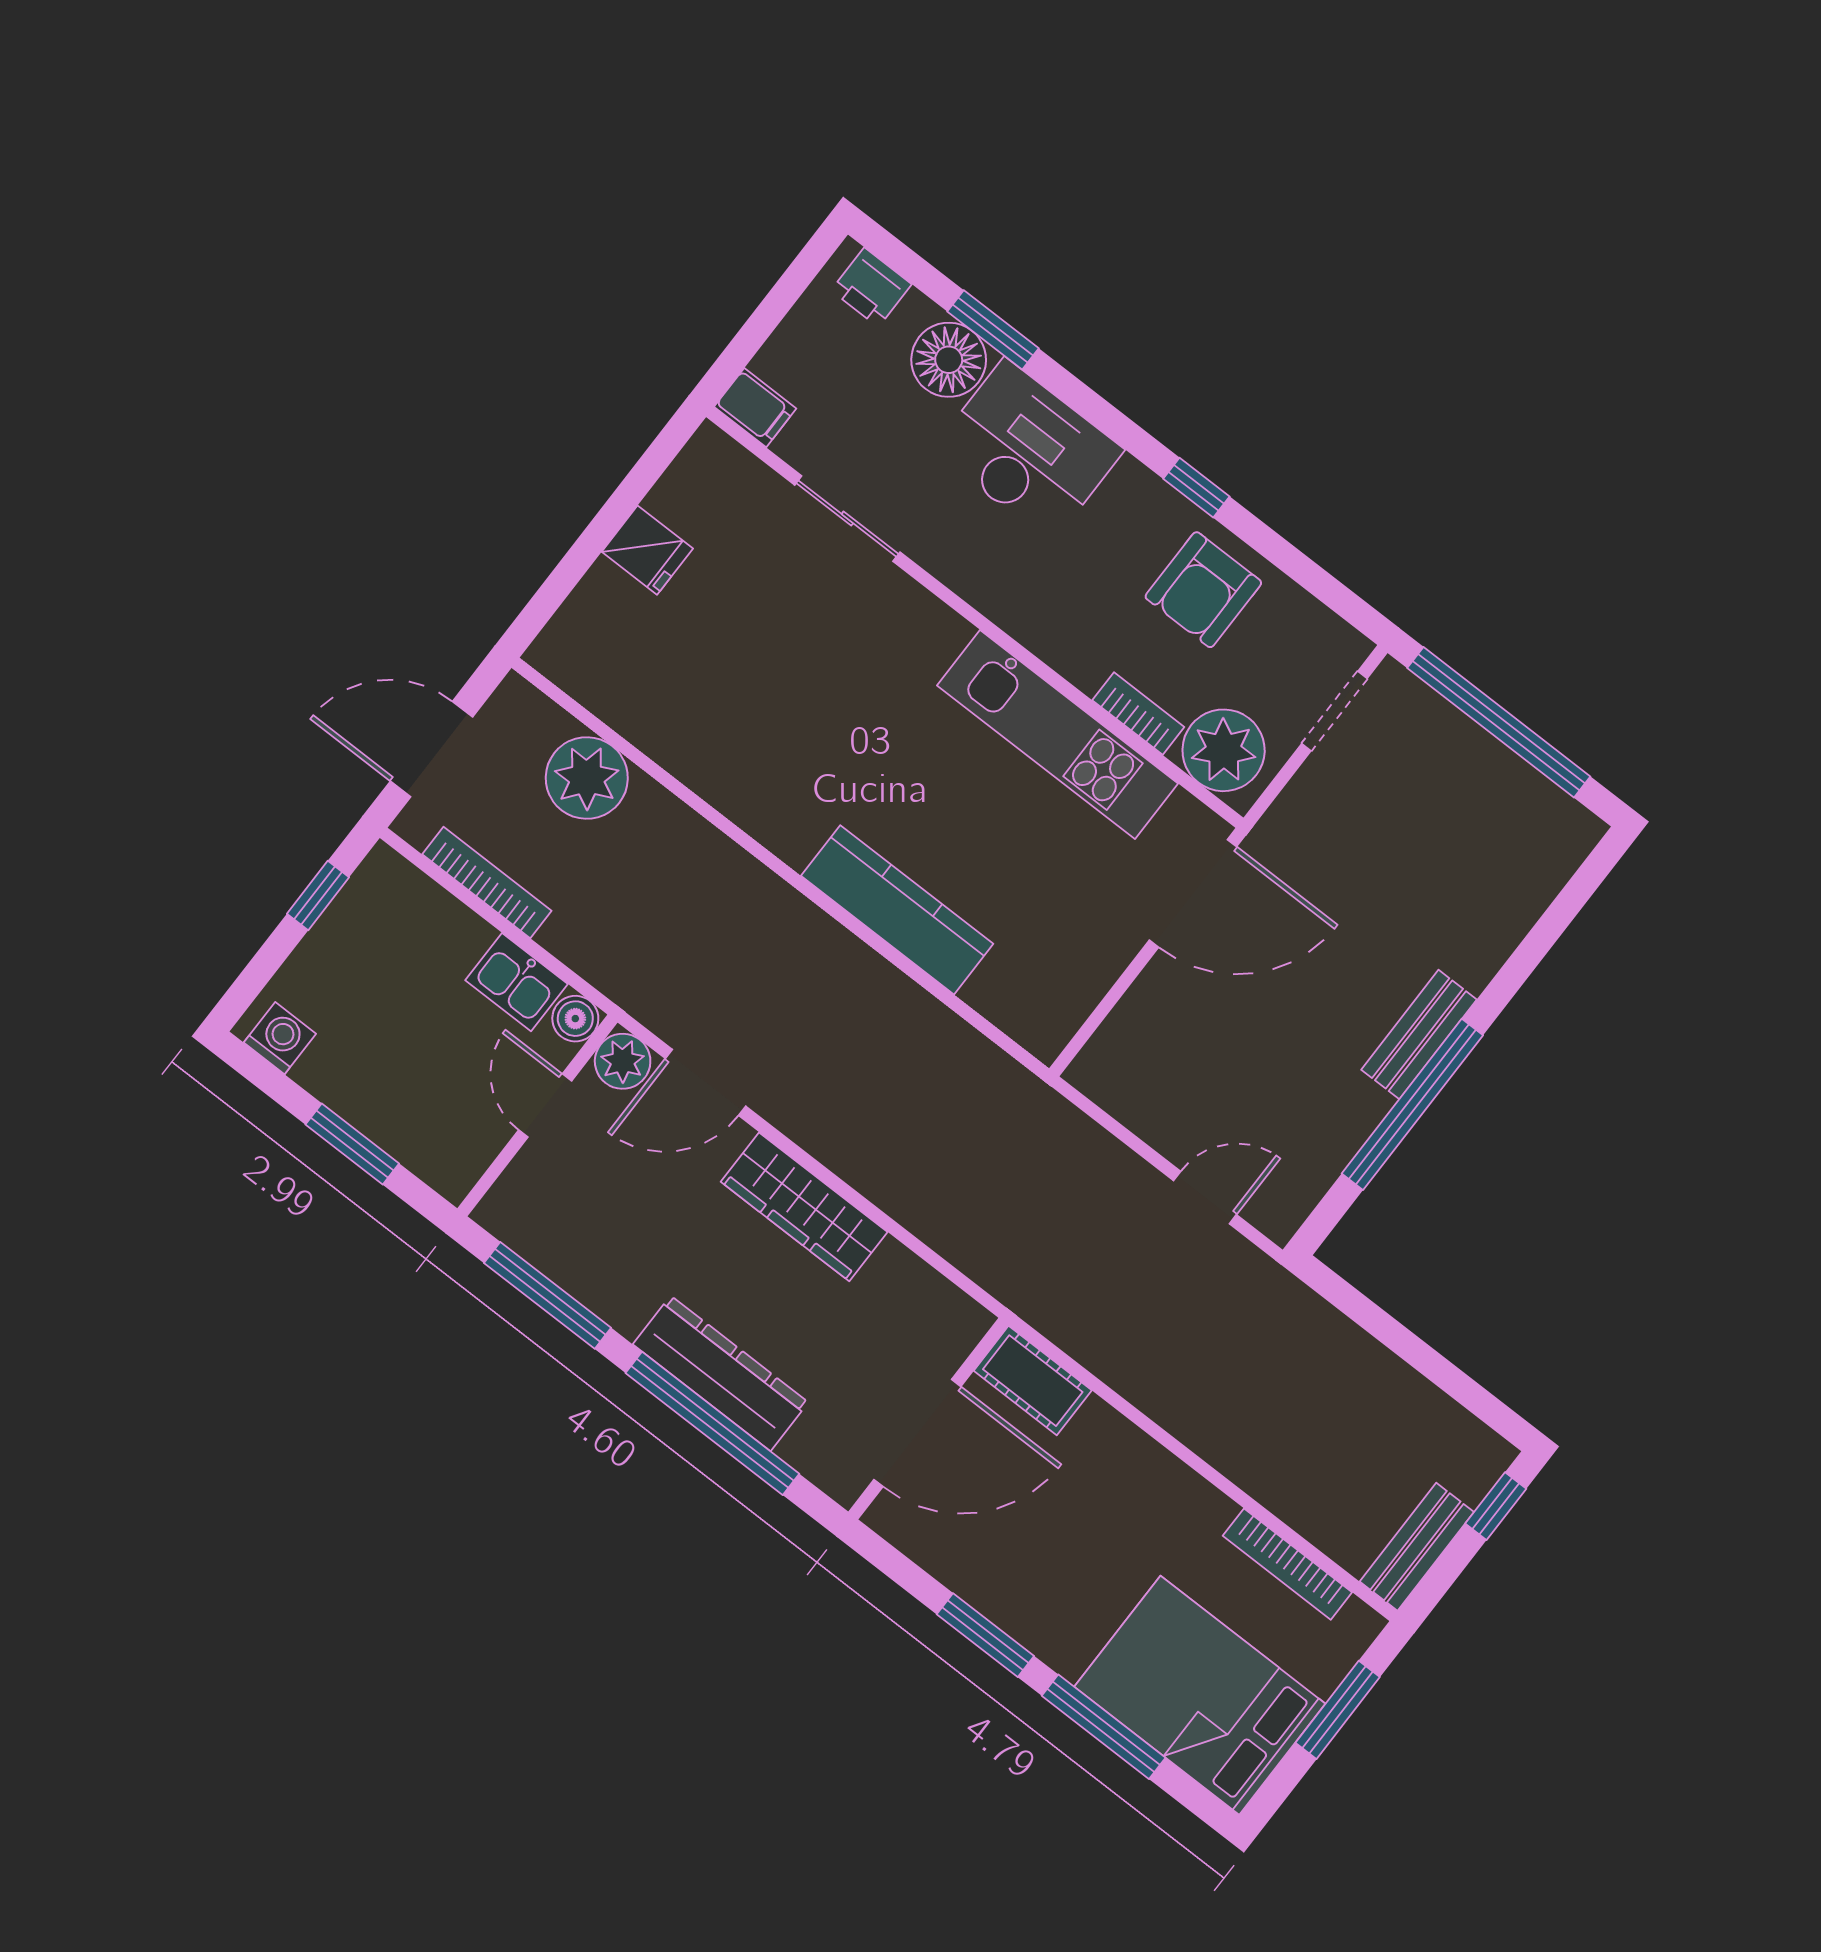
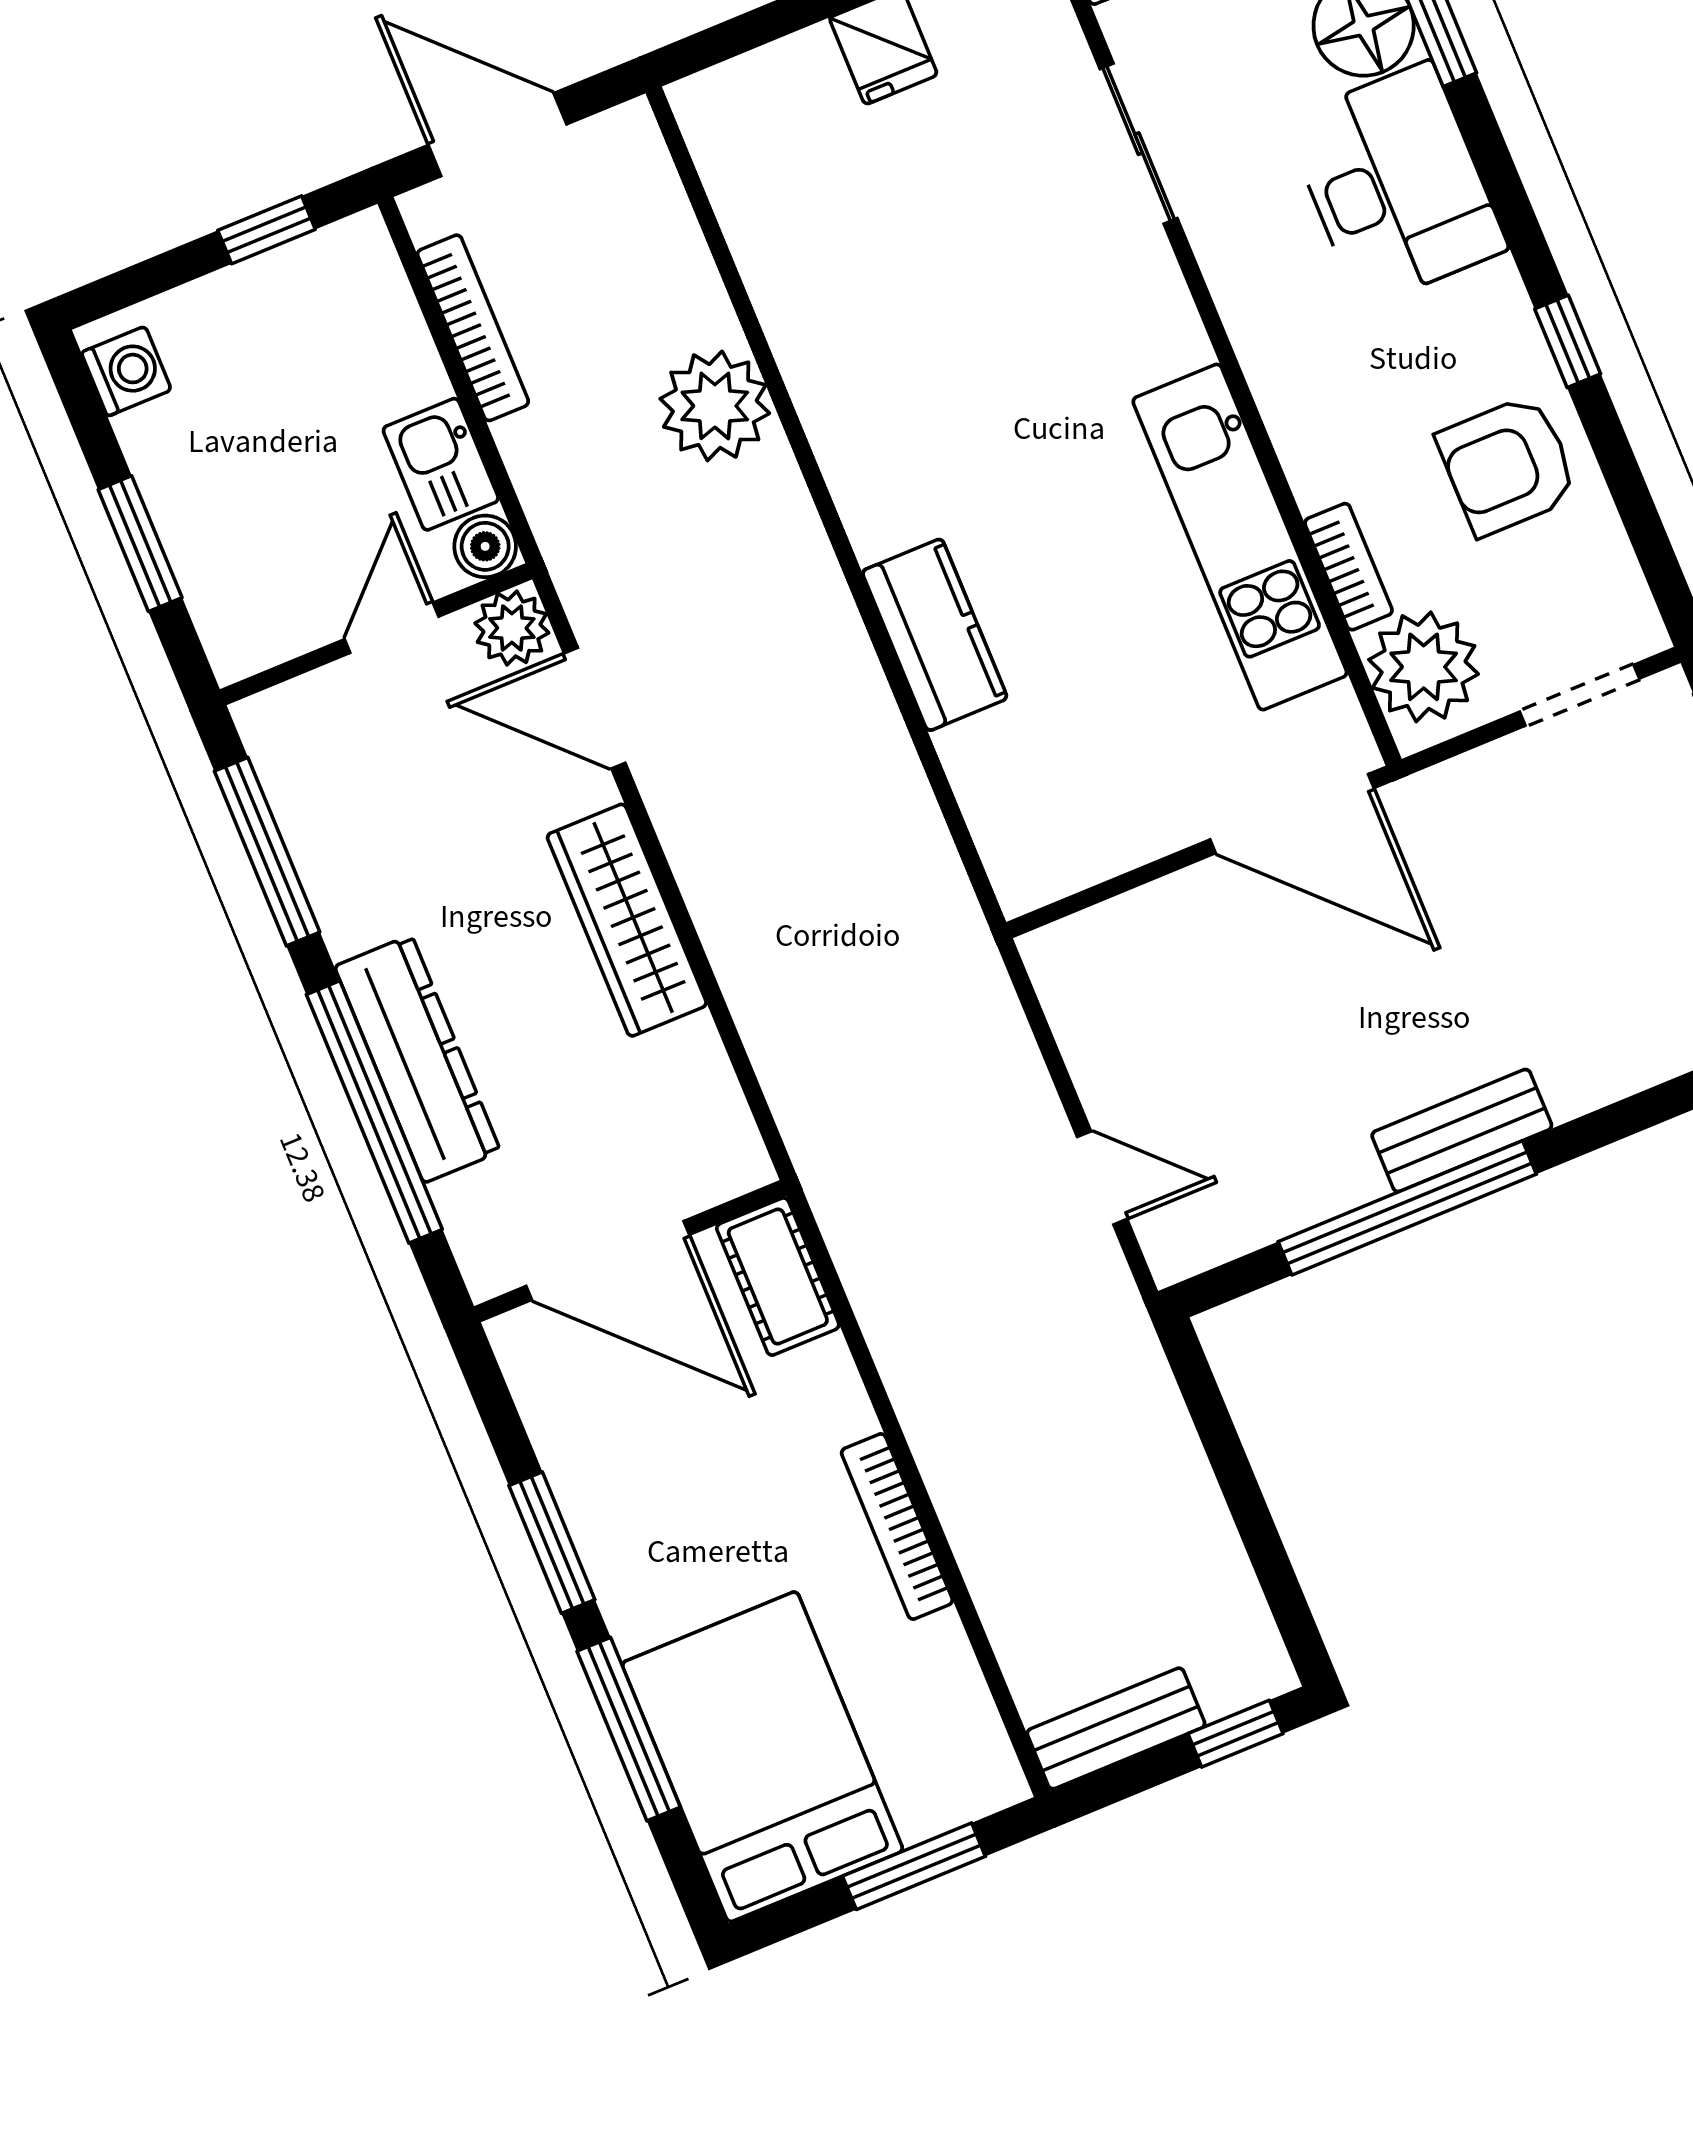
plant: (587, 778) -> (715, 406), moved
kitchen counter: (897, 910) -> (935, 635), width x0.67
bookcase: (1287, 1564) -> (897, 1526), moved

